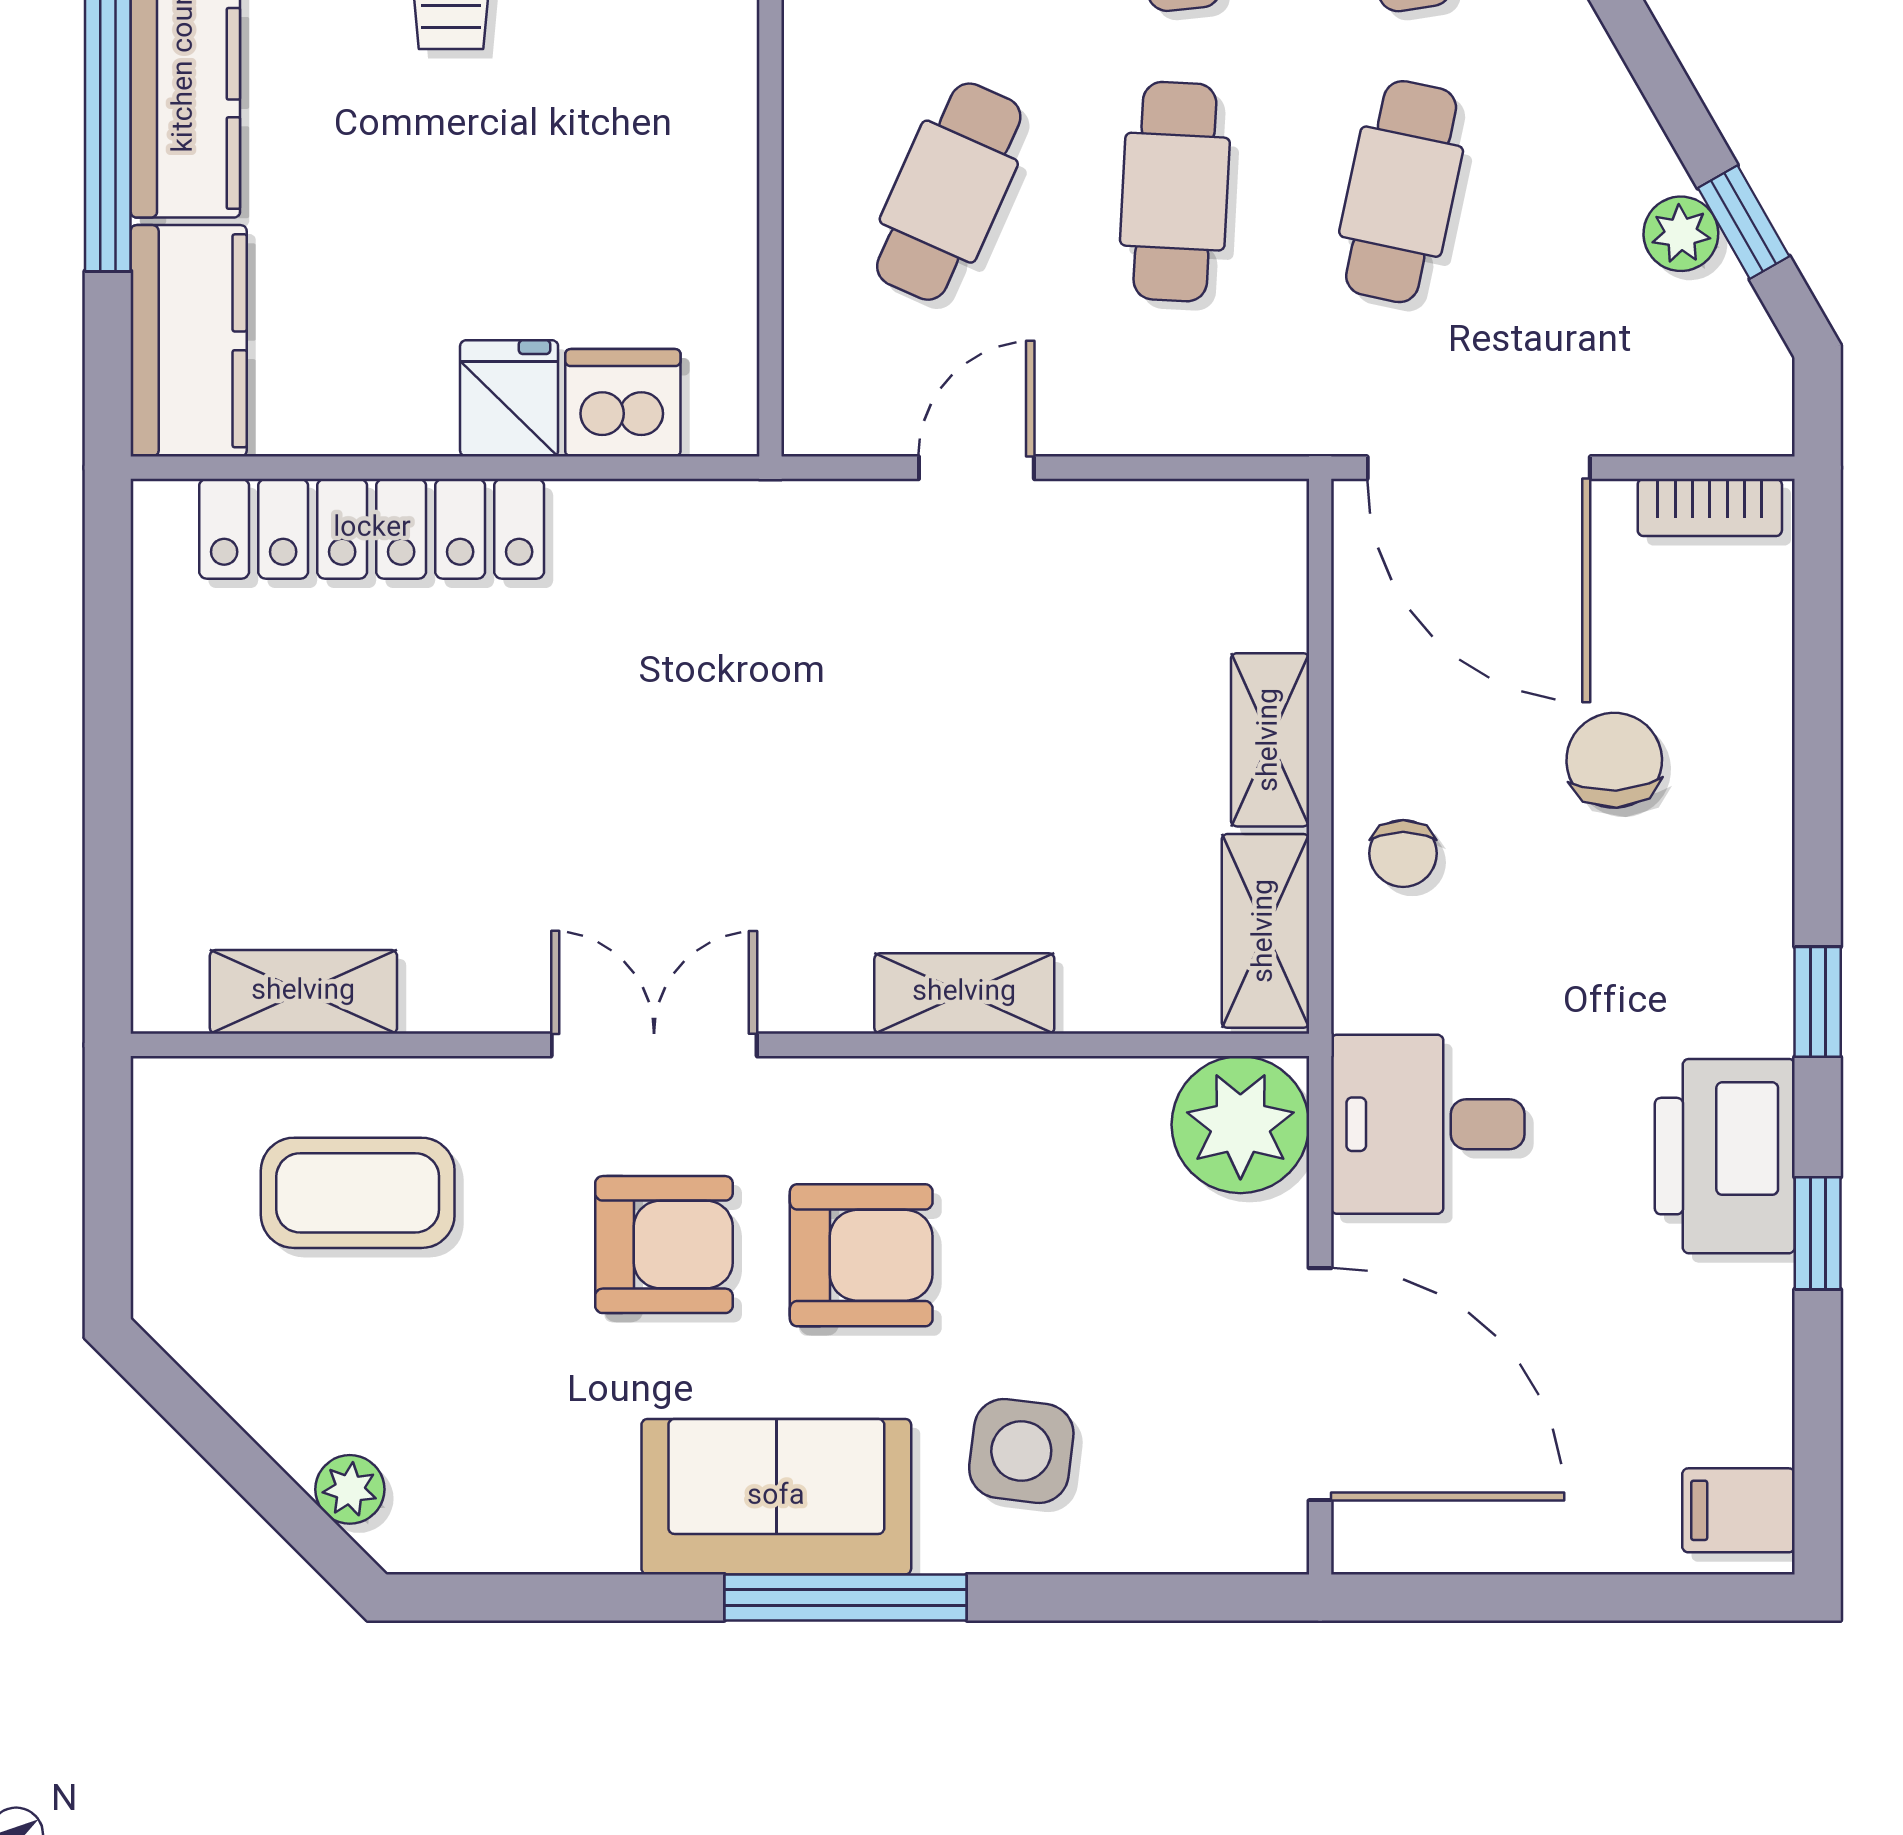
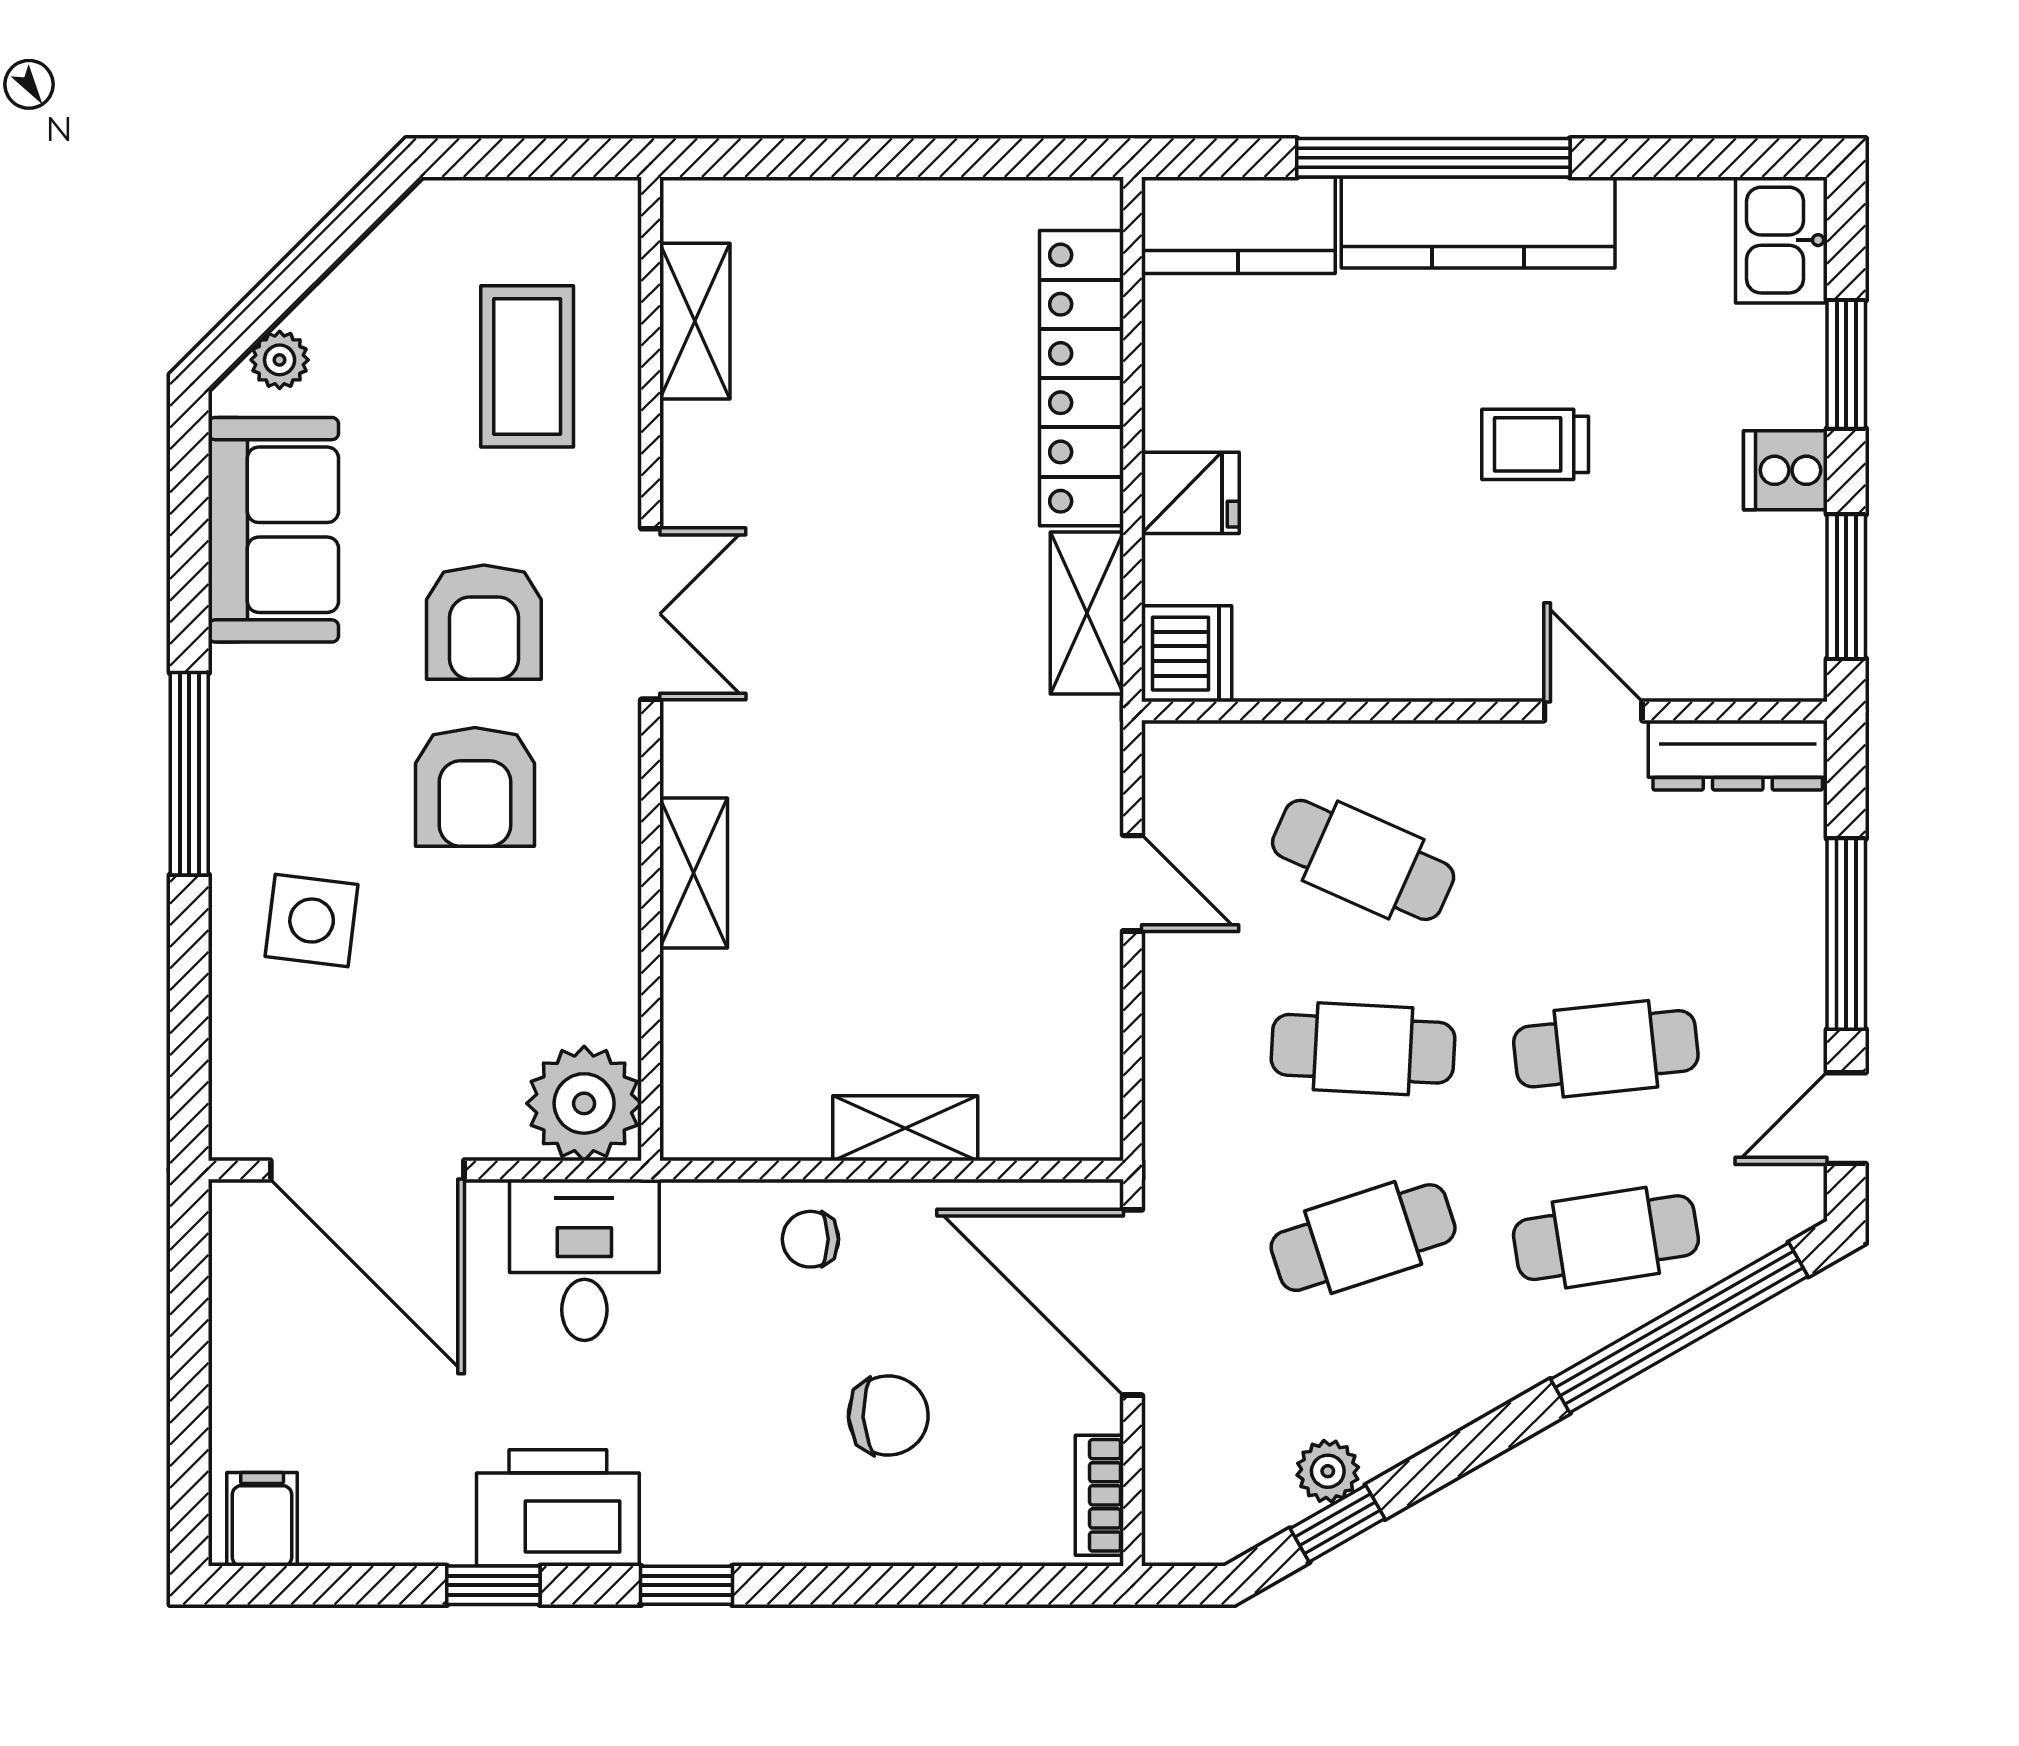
cafe table: (1401, 192) -> (1363, 1238), turned -30
dishwasher: (623, 403) -> (1187, 654), moved
door: (1479, 468) -> (1133, 1302), hinge flipped
shelving: (1265, 931) -> (1087, 613), moved, turned 90
door: (1320, 1384) -> (367, 1170), hinge flipped
sofa: (776, 1497) -> (273, 530), moved

